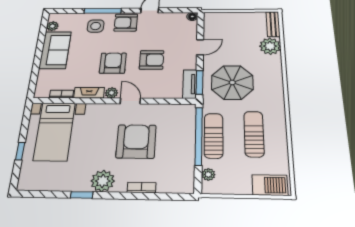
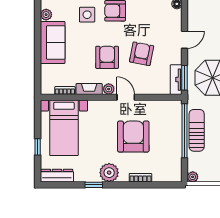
armchair: (152, 60) -> (142, 54), turned -79
plant: (208, 174) -> (193, 177), moved
dresser: (38, 183) -> (57, 176), added

